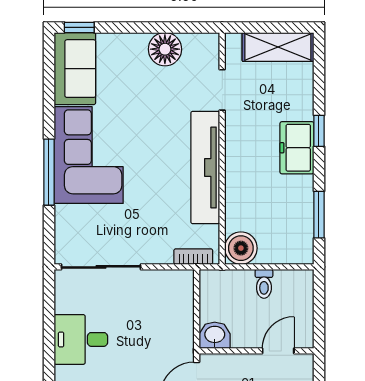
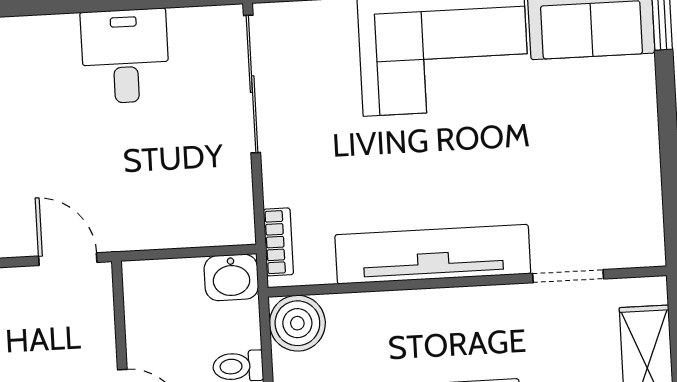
floor lamp: (165, 49) -> (633, 174), removed
washbasin: (215, 335) -> (231, 277), moved, turned 90

